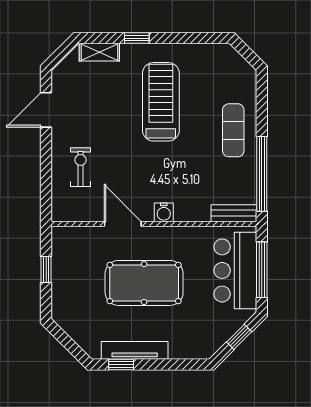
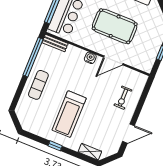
window: (137, 38) -> (55, 146), moved
door: (123, 224) -> (113, 60), hinge flipped

